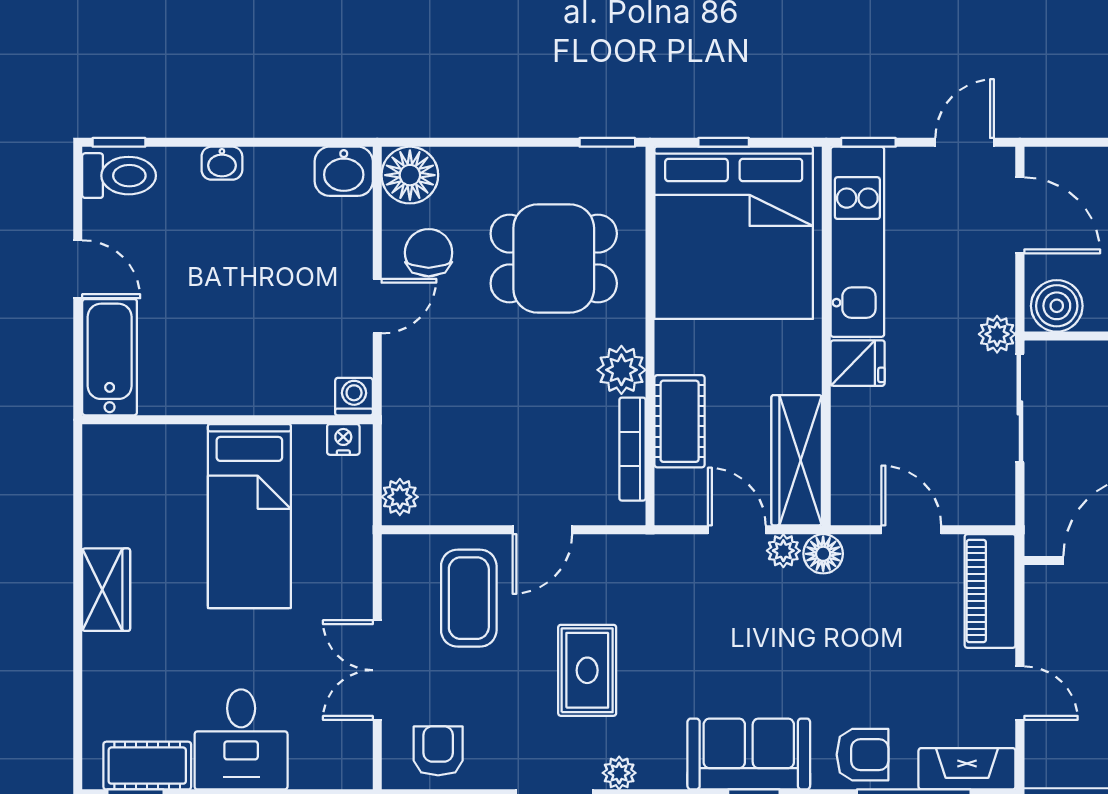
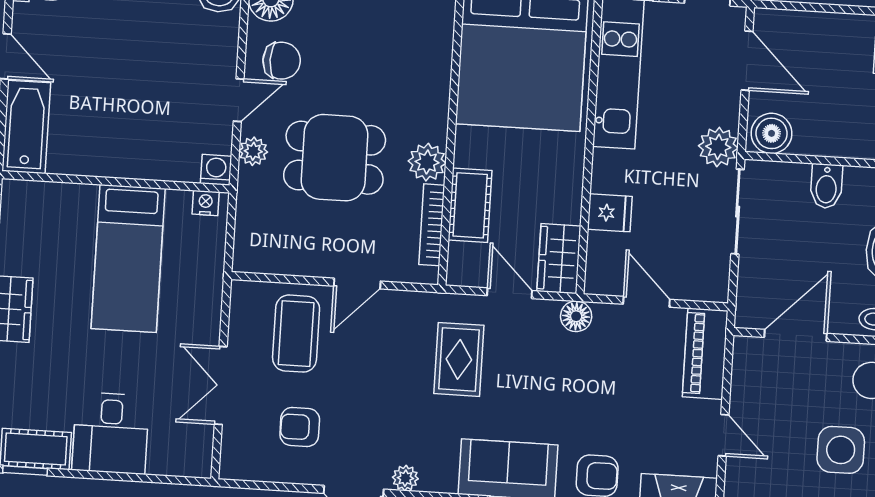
chair: (429, 253) -> (282, 61), turned 90
dining table: (554, 259) -> (335, 158), moved
plant: (997, 334) -> (718, 147), width x1.38, depth x1.38
fridge: (858, 363) -> (610, 213), moved
wardrobe: (797, 460) -> (559, 259), width x0.67
plant: (400, 497) -> (253, 151), moved
plant: (783, 551) -> (545, 312), removed
rug: (587, 670) -> (459, 359), moved
armchair: (438, 751) -> (300, 427), moved, turned -90

